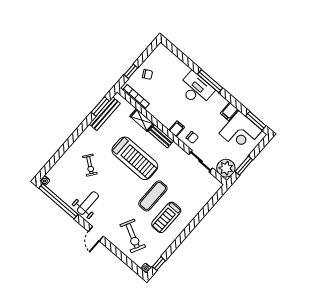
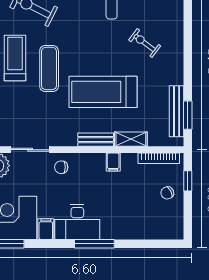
desk: (196, 89) -> (77, 222), moved
filing cabinet: (177, 129) -> (113, 162), moved

